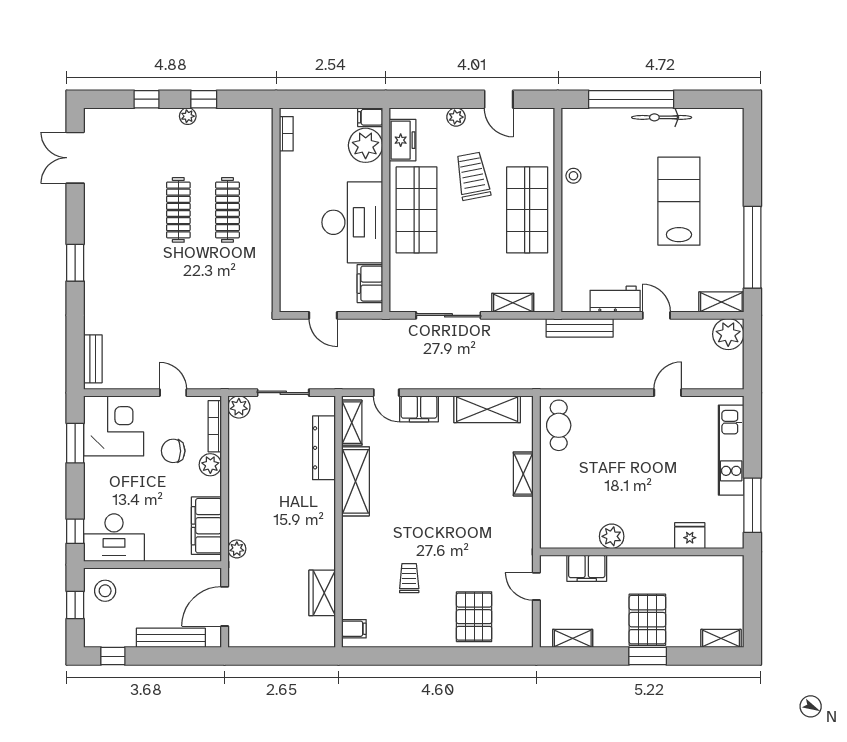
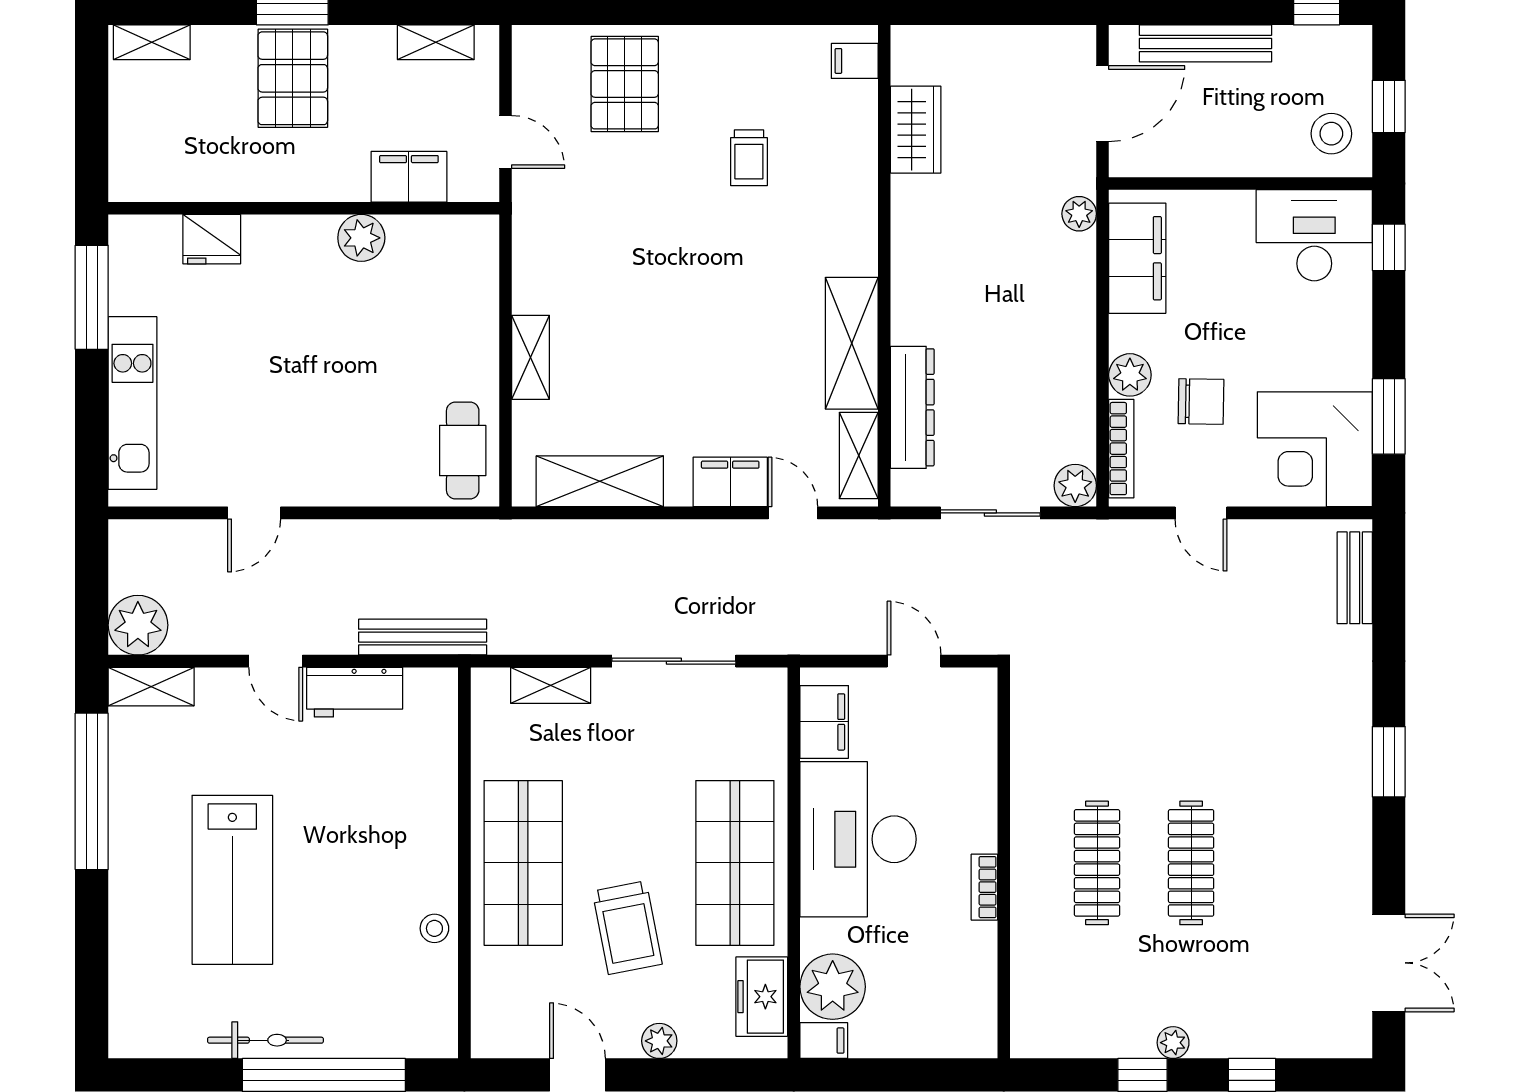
bookcase: (286, 134) -> (984, 887), moved

